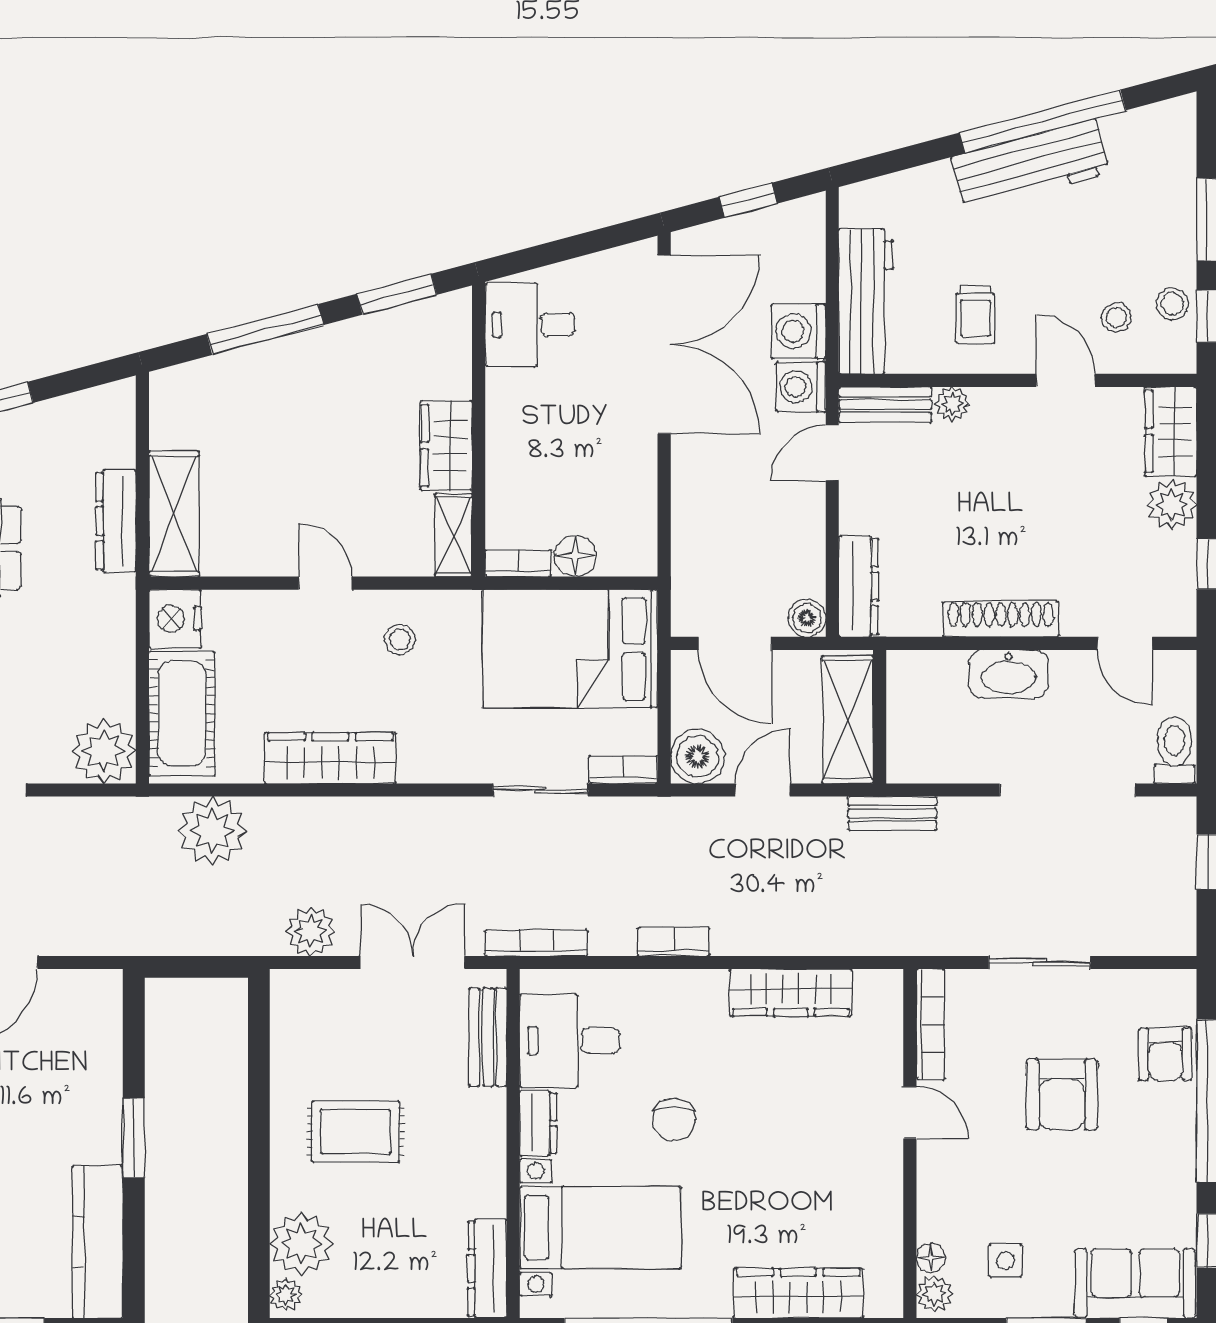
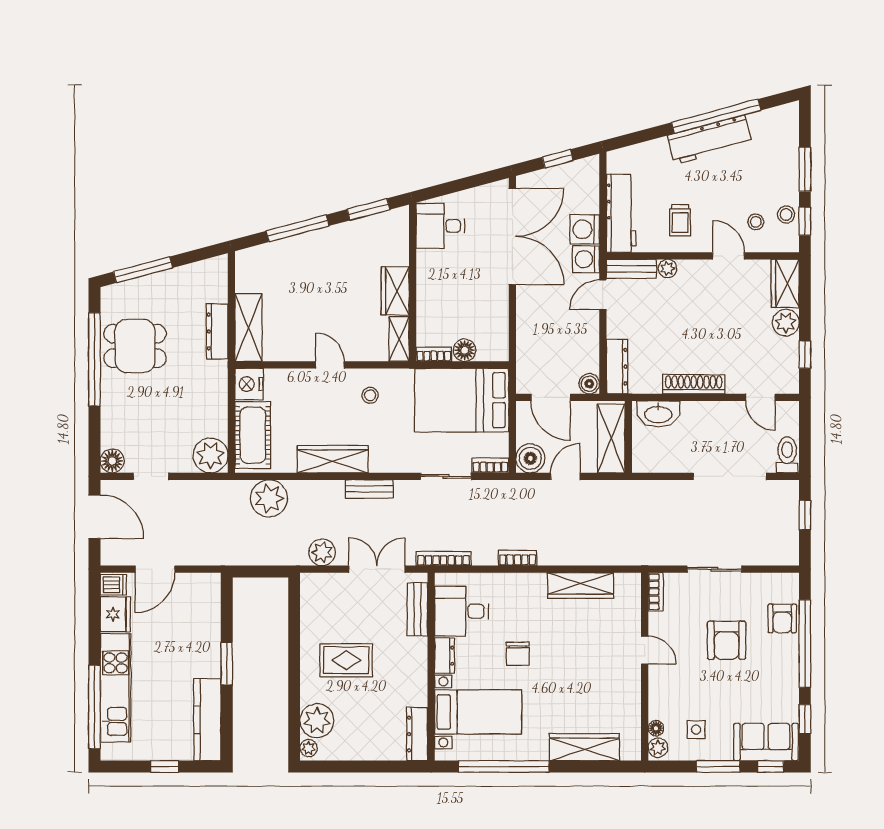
washbasin: (1008, 674) -> (658, 414), moved
bench: (892, 813) -> (369, 489), moved
bookcase: (930, 1024) -> (656, 592), width x0.64

